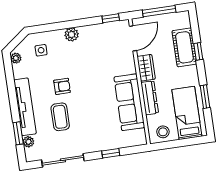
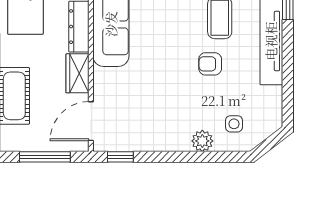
plant: (72, 35) -> (202, 141), moved
plant: (16, 58) -> (274, 117), removed

